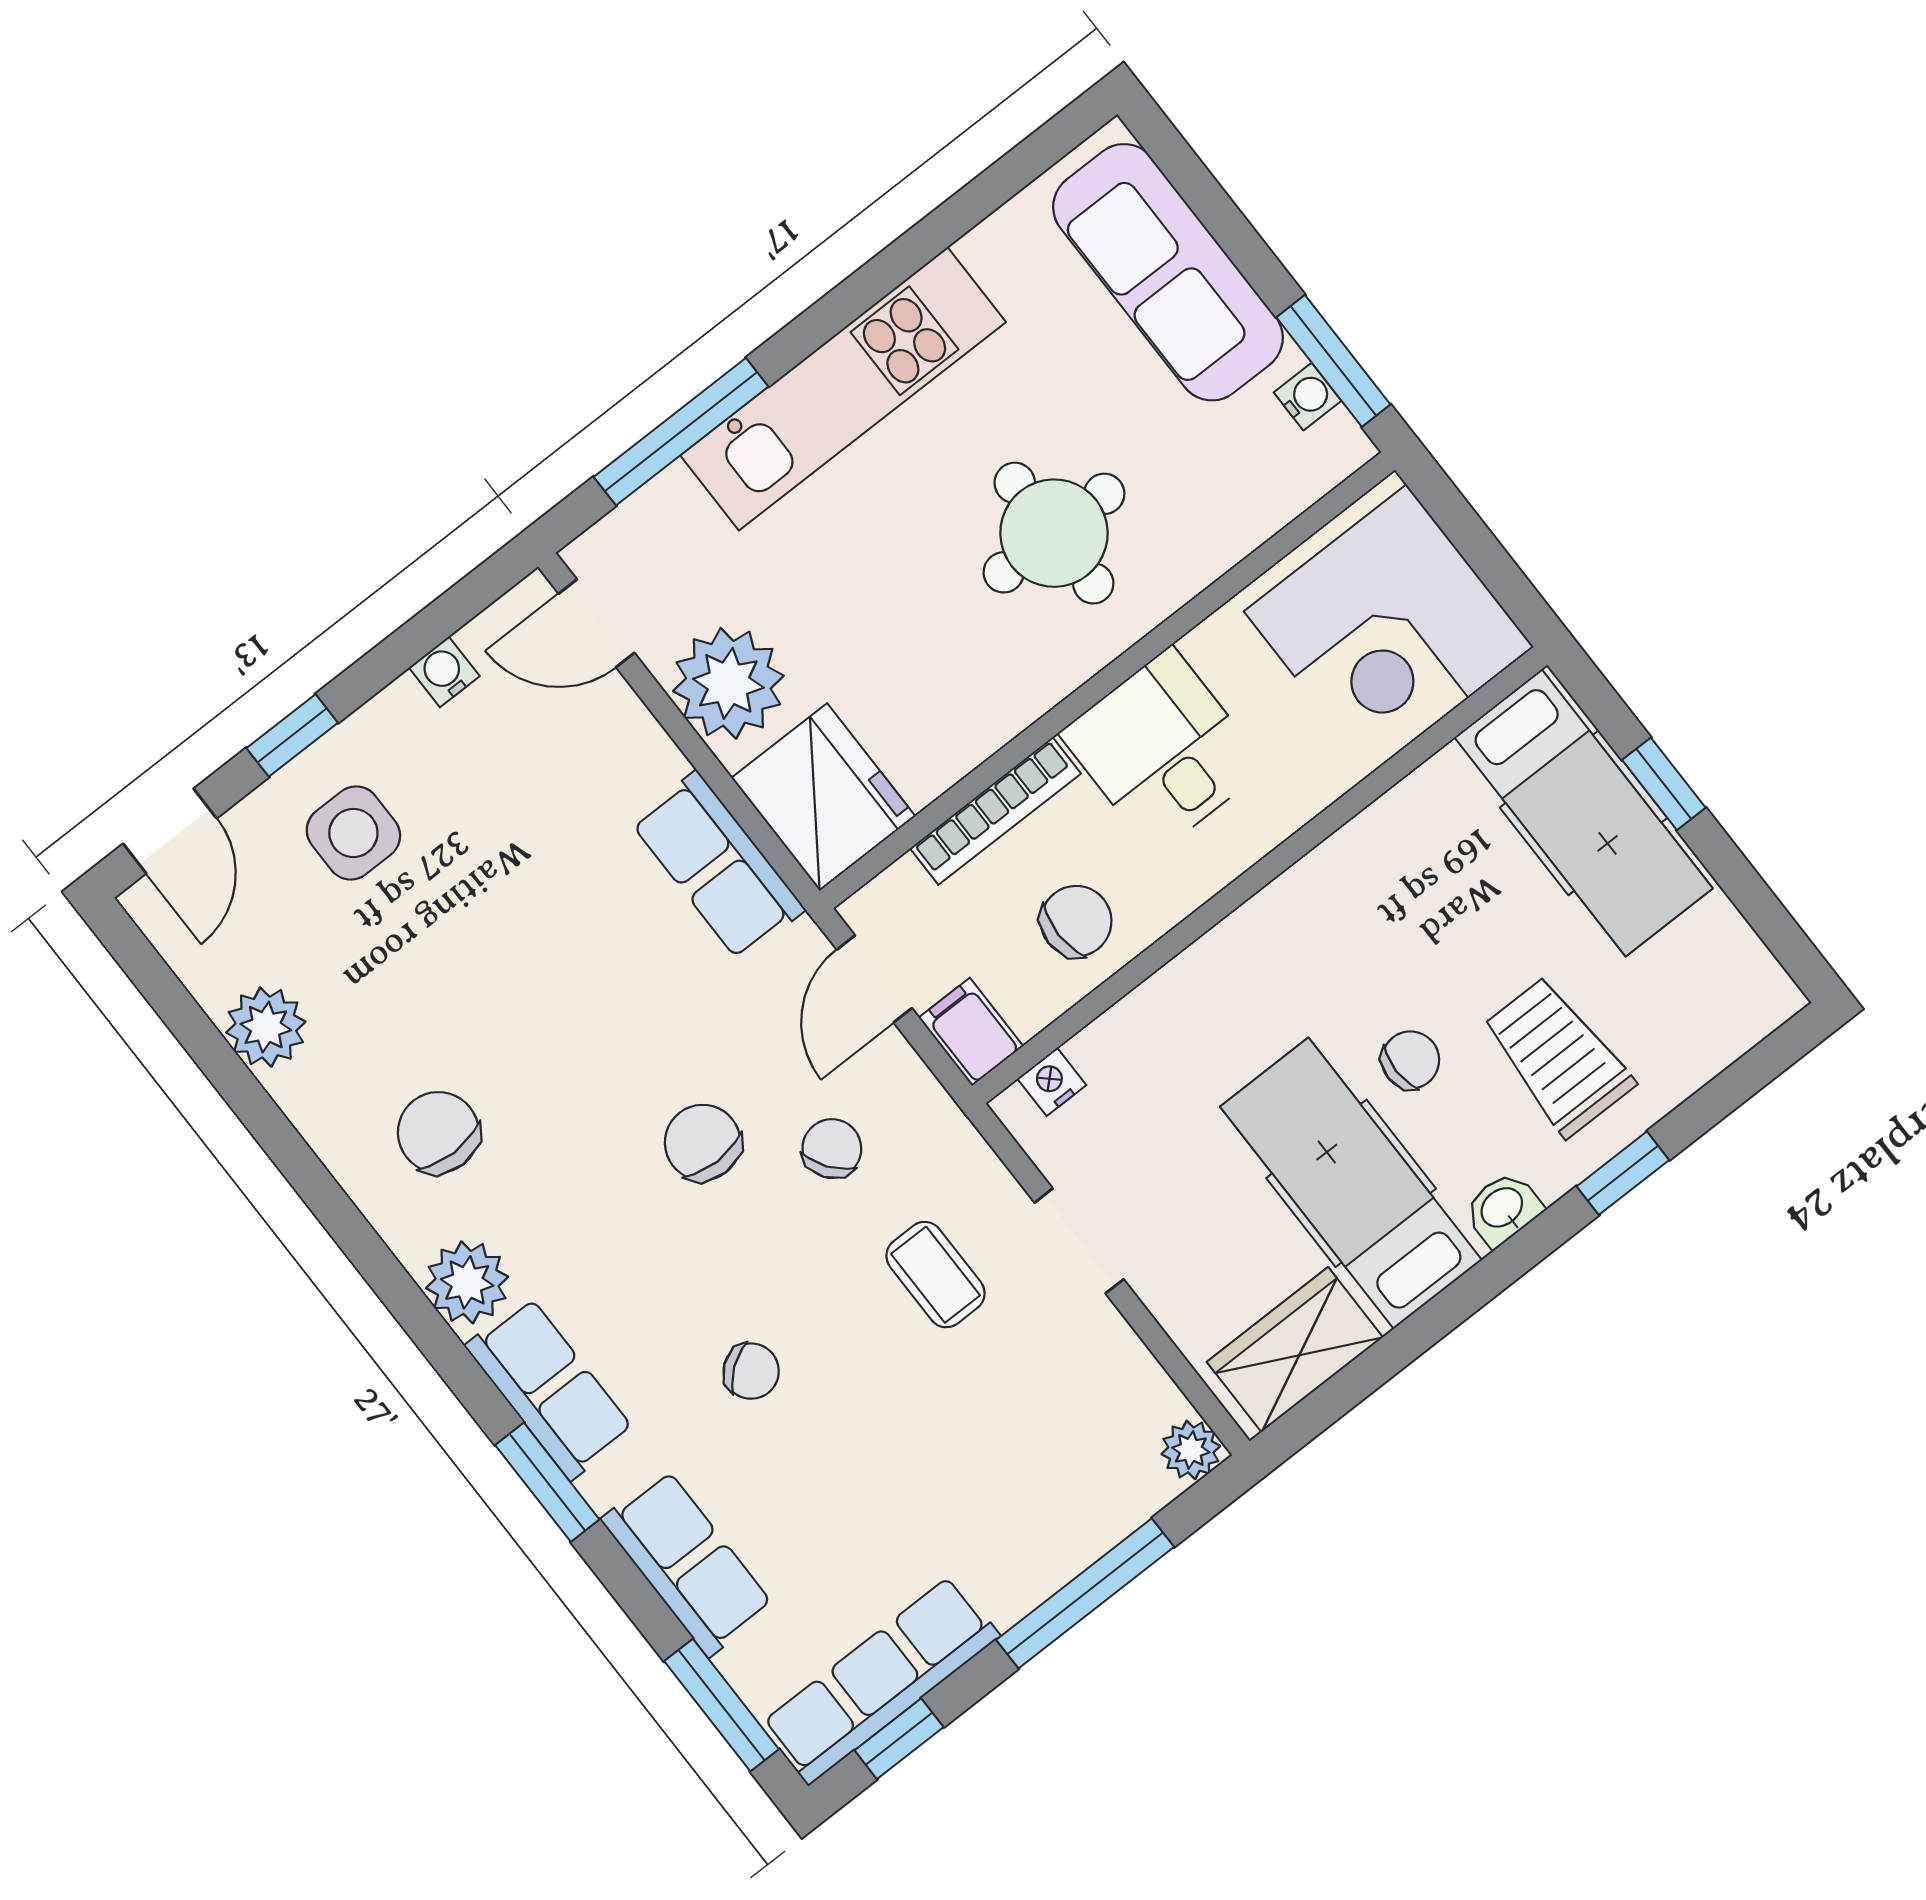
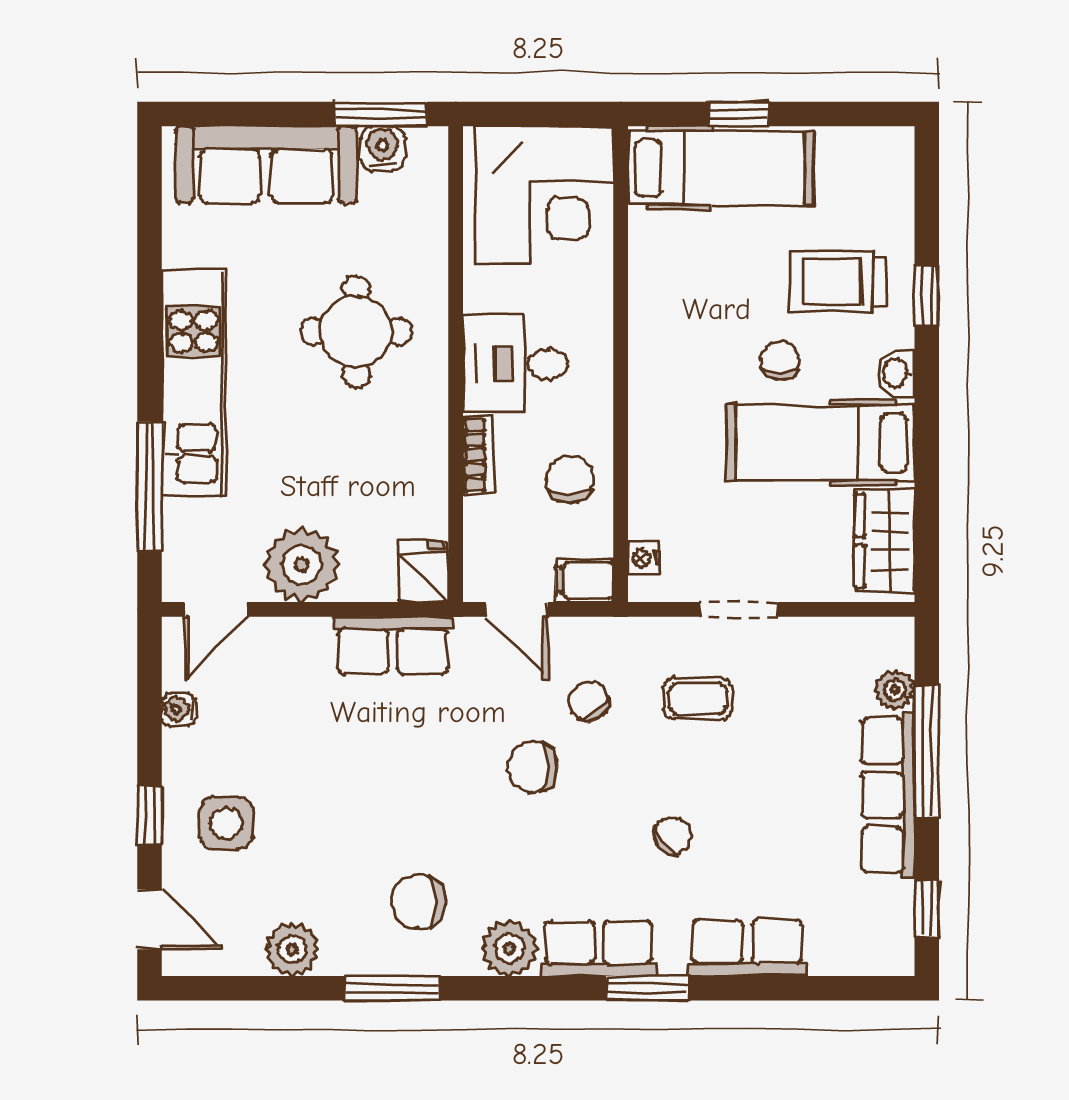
water cooler: (1308, 397) -> (382, 148), width x1.38, depth x1.38
fridge: (823, 797) -> (423, 572), width x0.53, depth x0.75
bookcase: (995, 811) -> (478, 455), width x0.64
plant: (1191, 1450) -> (895, 690), moved
row of seats: (880, 1680) -> (888, 795), moved
window: (722, 1705) -> (392, 988), moved

